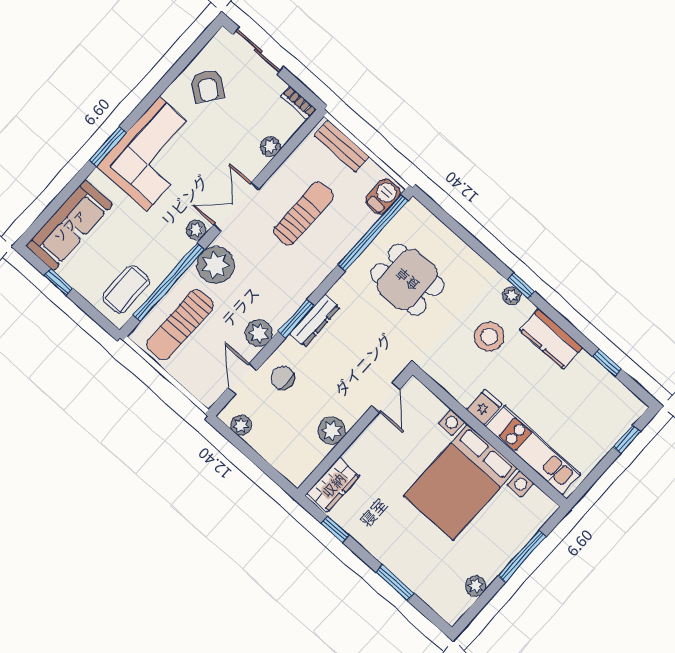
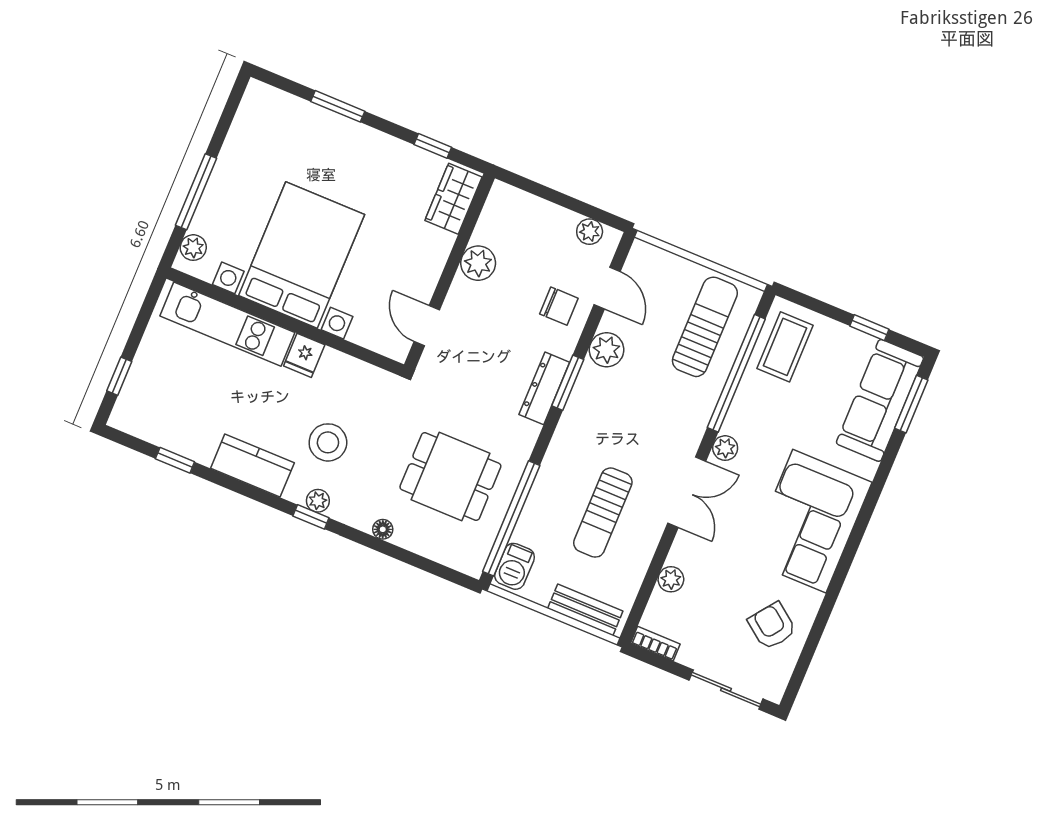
window: (108, 146) -> (911, 404), moved
floor lamp: (471, 258) -> (383, 529), added
plant: (215, 265) -> (687, 414), removed
plant: (476, 586) -> (193, 248), moved

